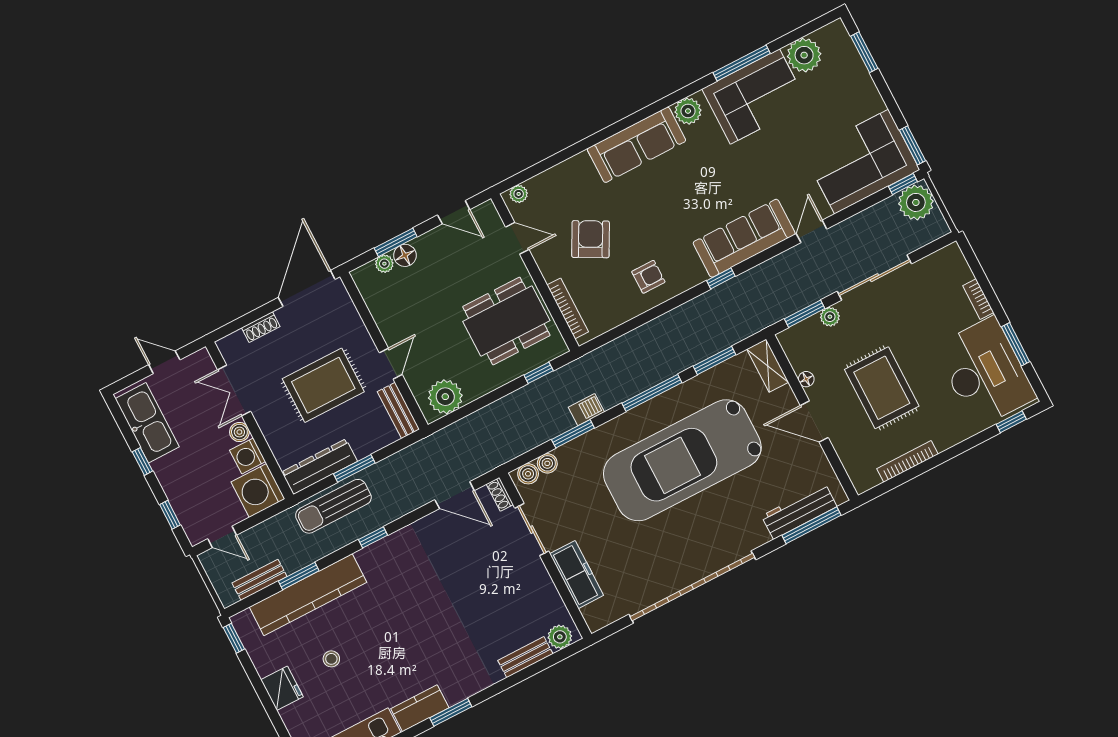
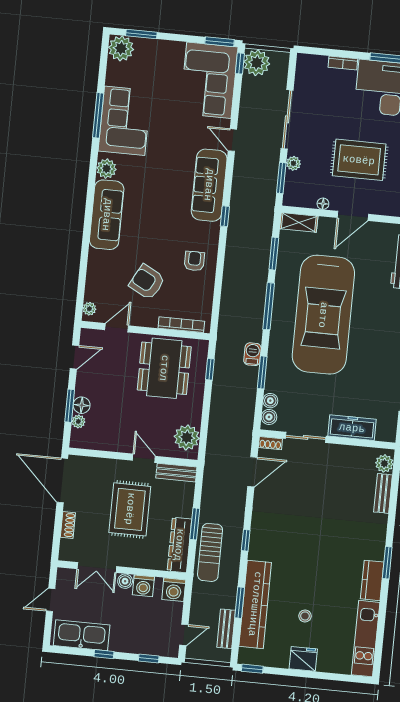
plant: (804, 55) -> (121, 48), moved
washing machine: (258, 490) -> (174, 590), width x0.73, depth x0.73

